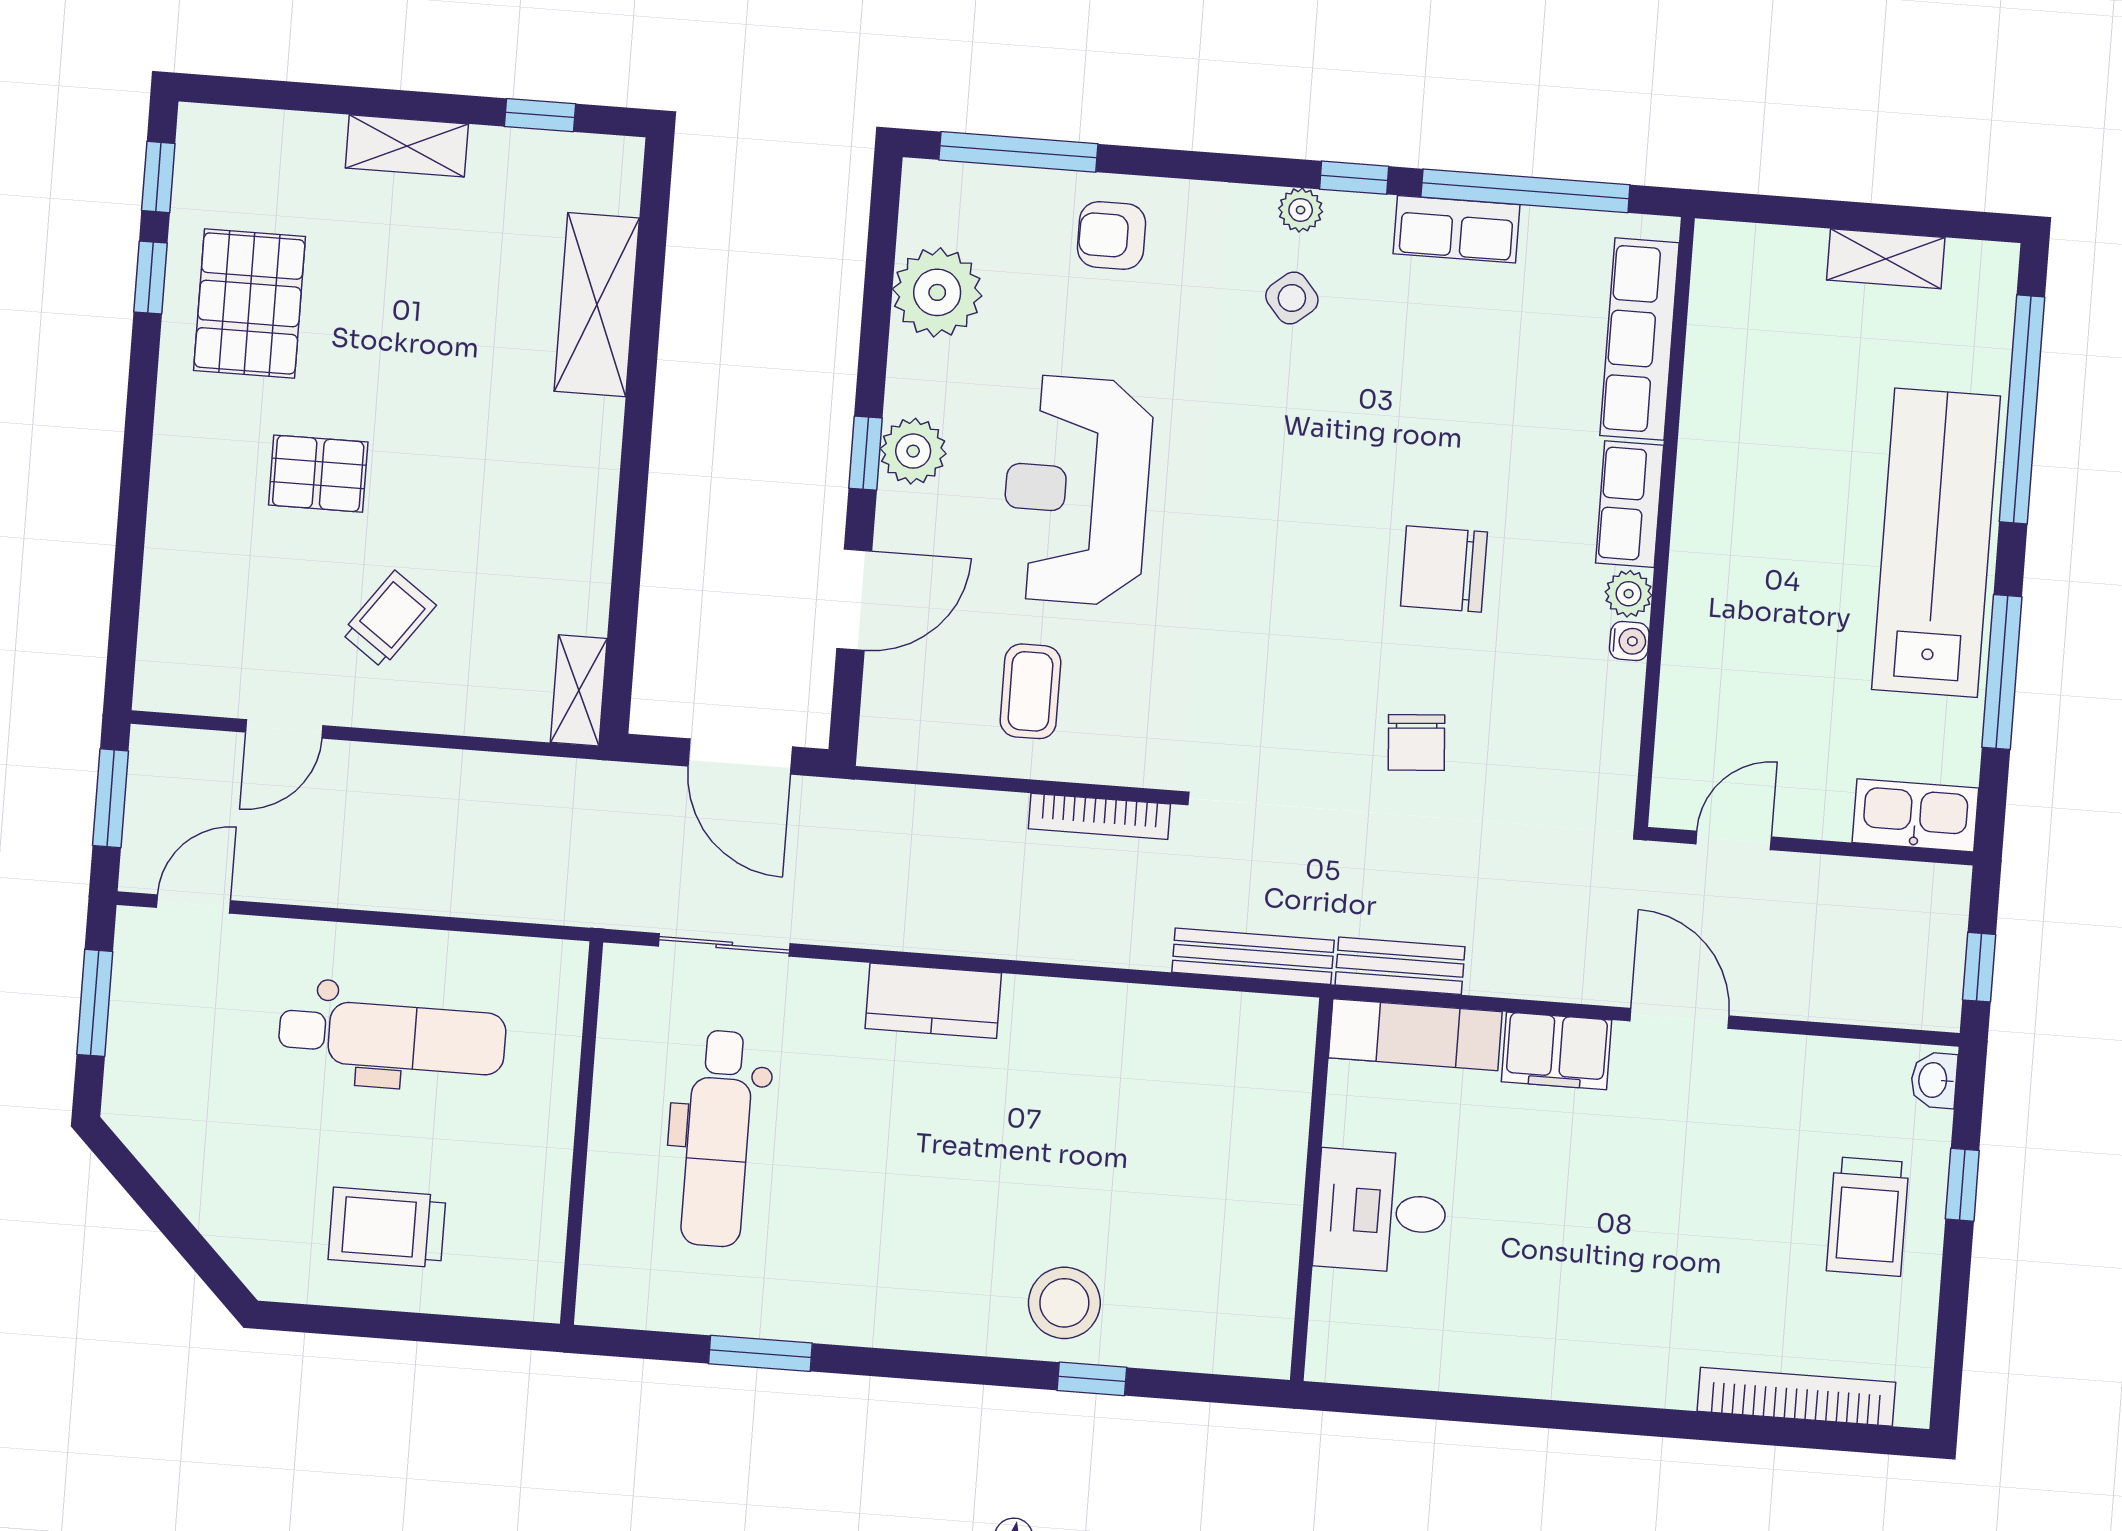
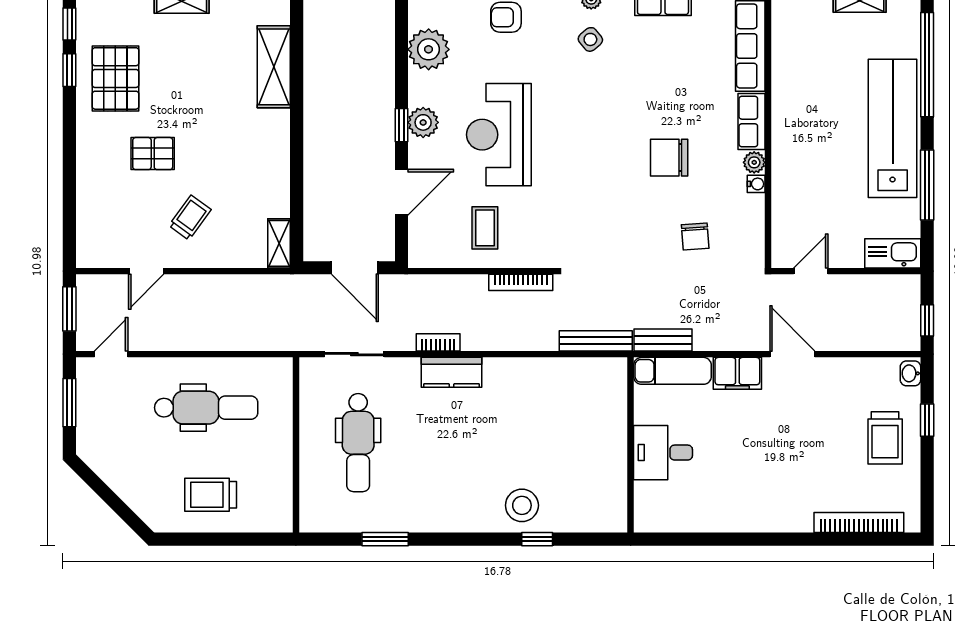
chair: (1416, 742) -> (695, 236), moved
bookcase: (909, 933) -> (438, 342), added

